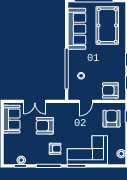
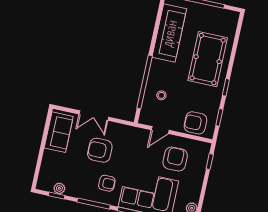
pool table: (107, 25) -> (208, 59), moved
armchair: (112, 119) -> (175, 159), moved

